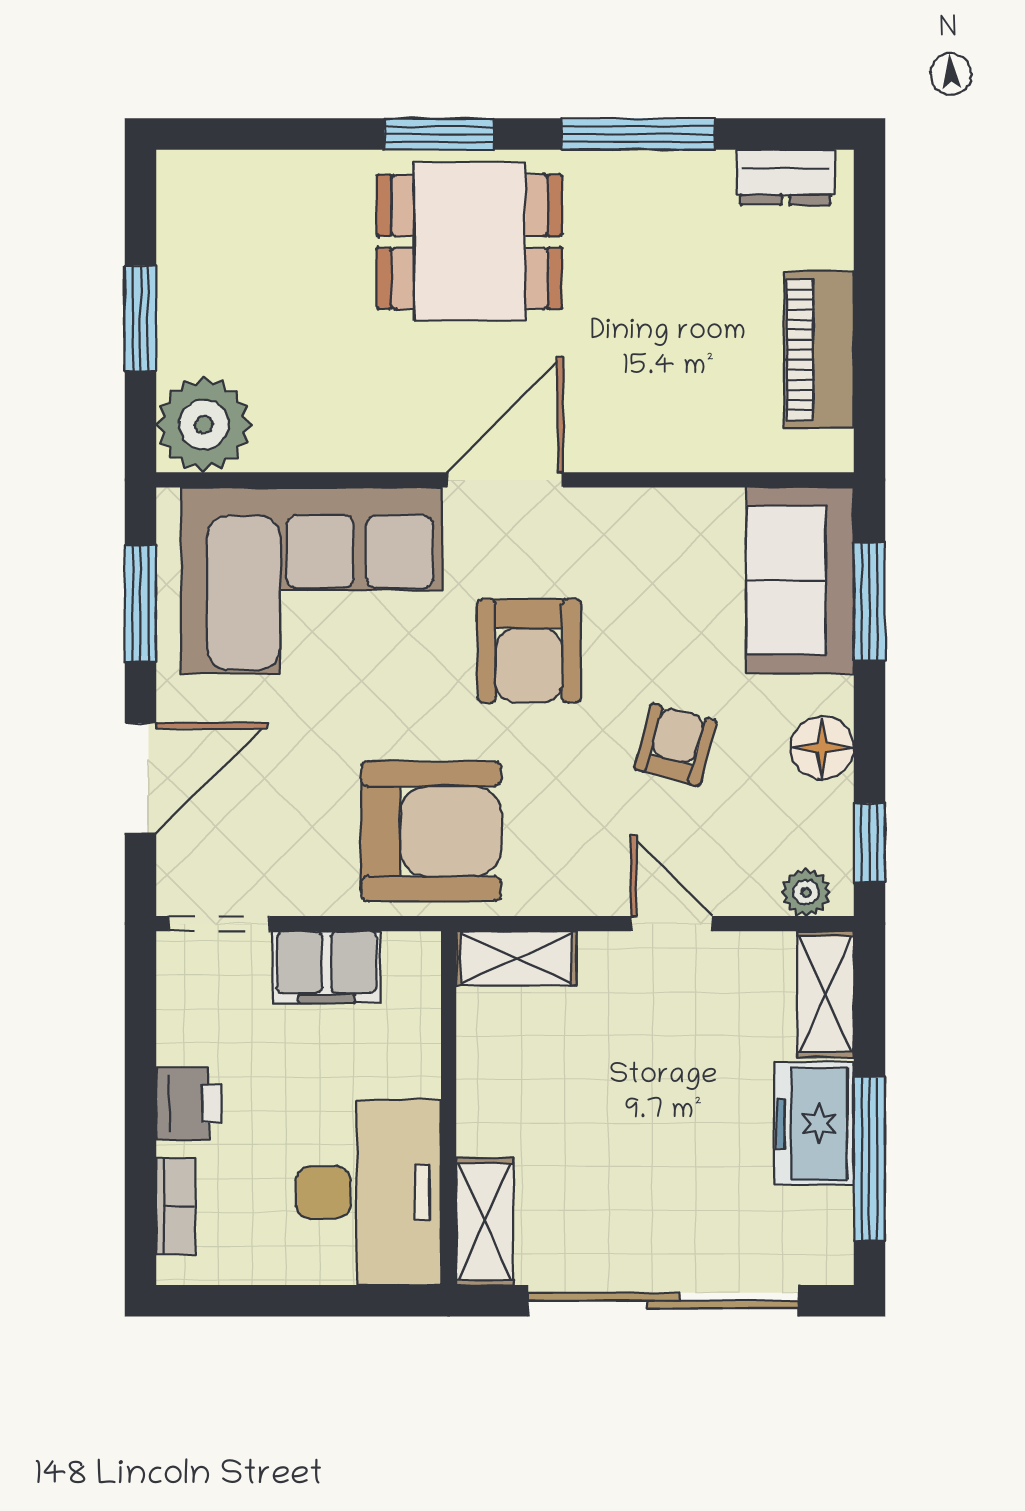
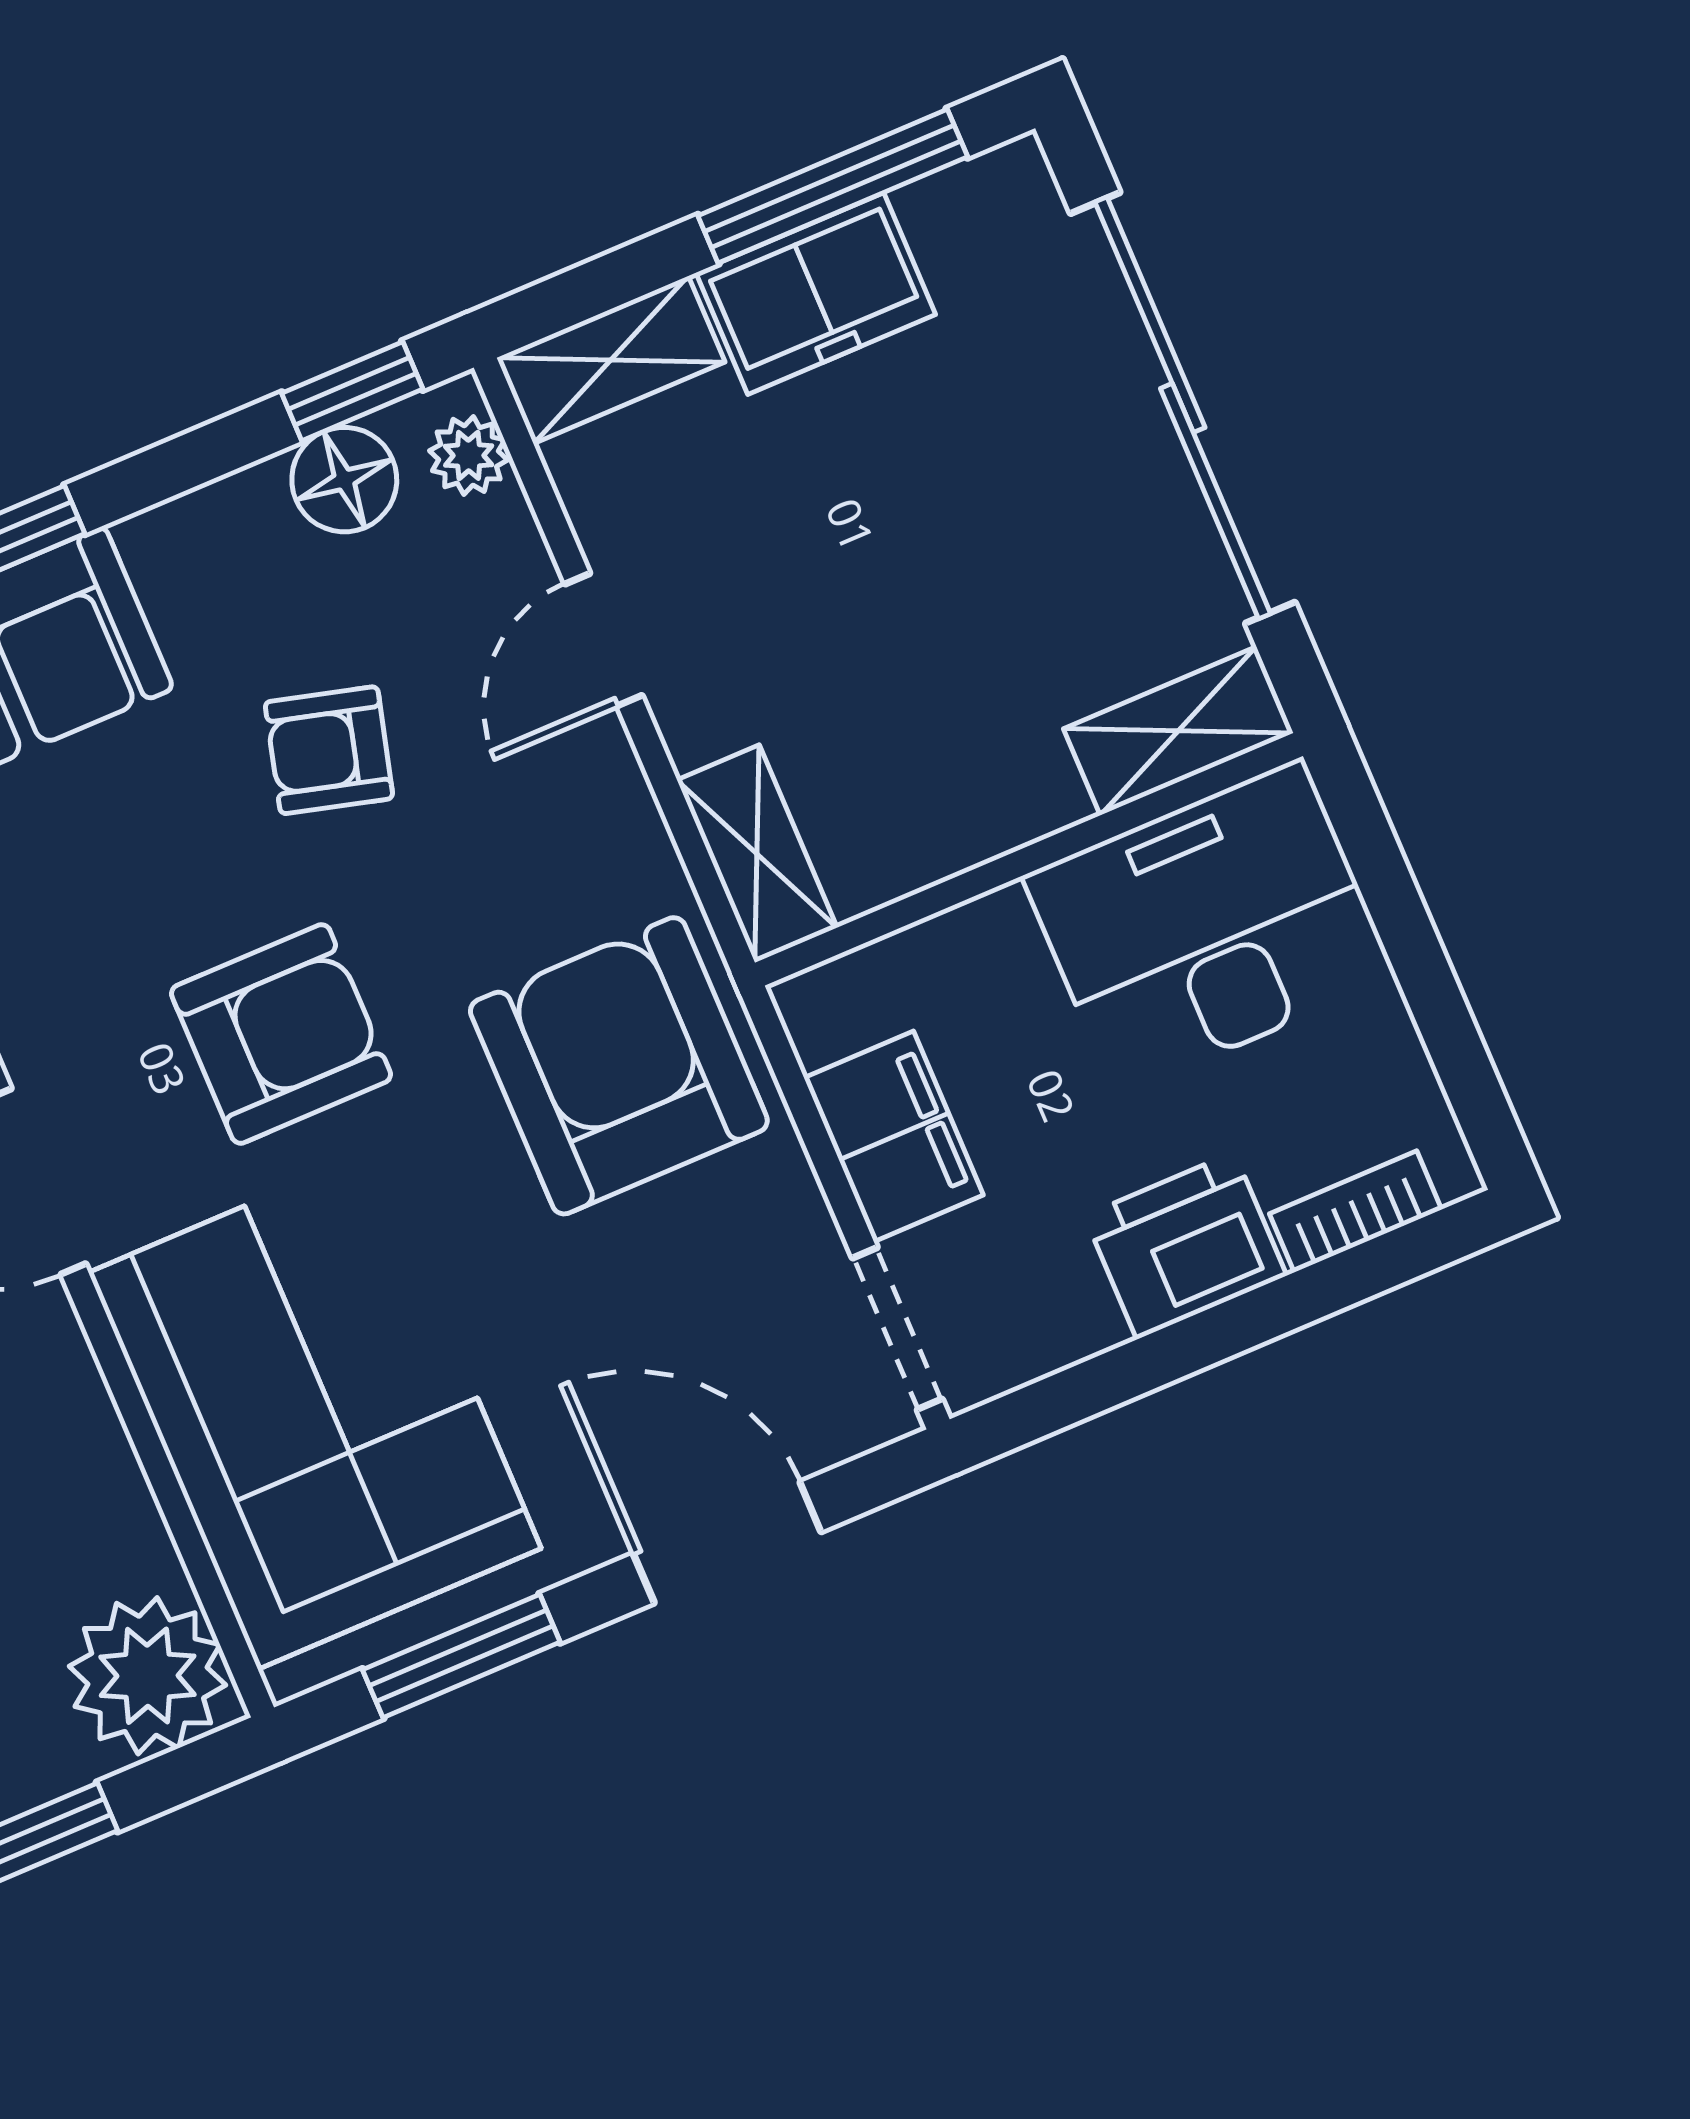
floor lamp: (822, 748) -> (344, 480), moved
printer: (189, 1104) -> (1185, 1246), width x1.36, depth x1.24

